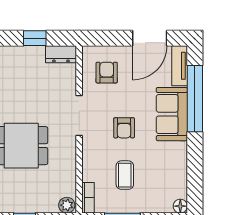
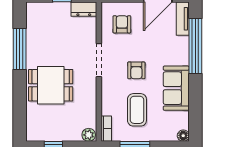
sofa: (172, 114) -> (176, 88), moved
coffee table: (125, 175) -> (137, 110), width x1.36, depth x1.30

